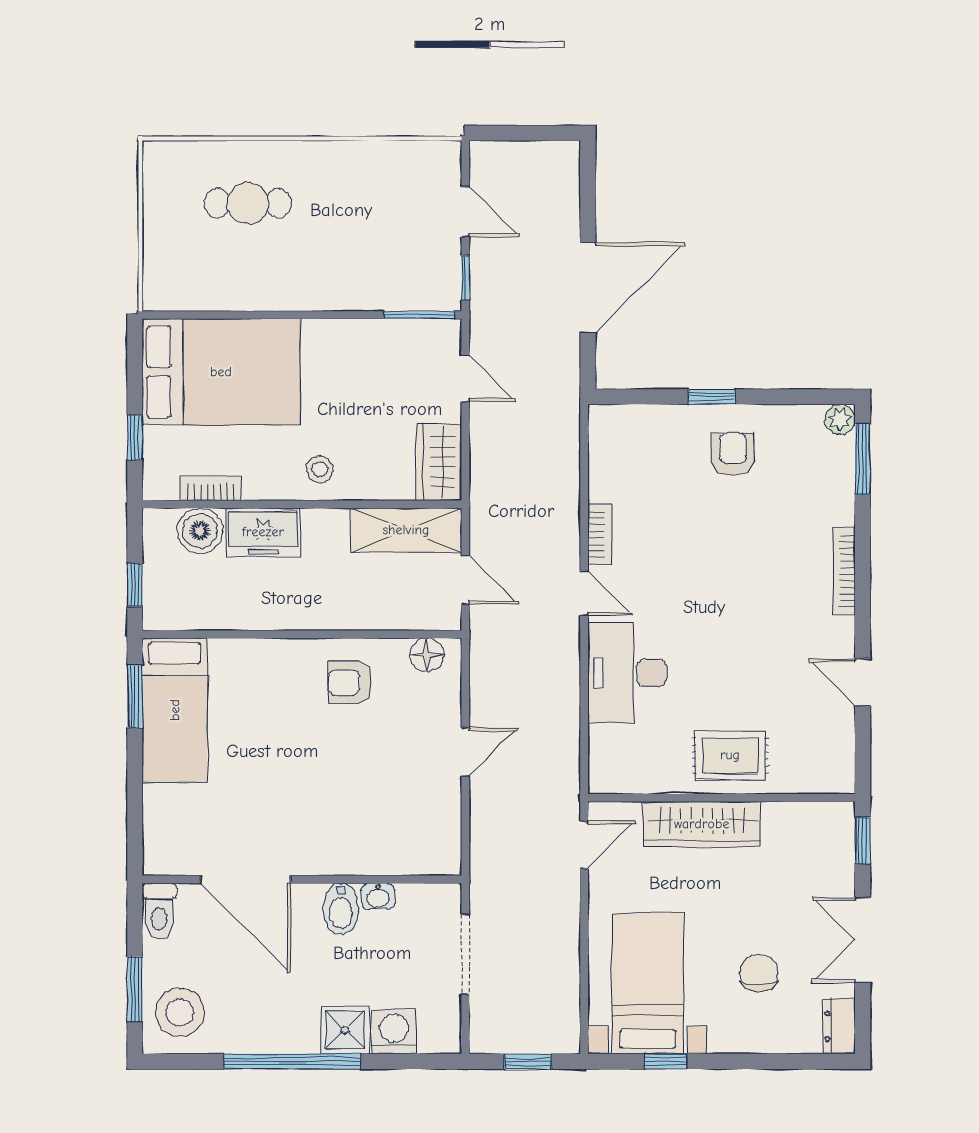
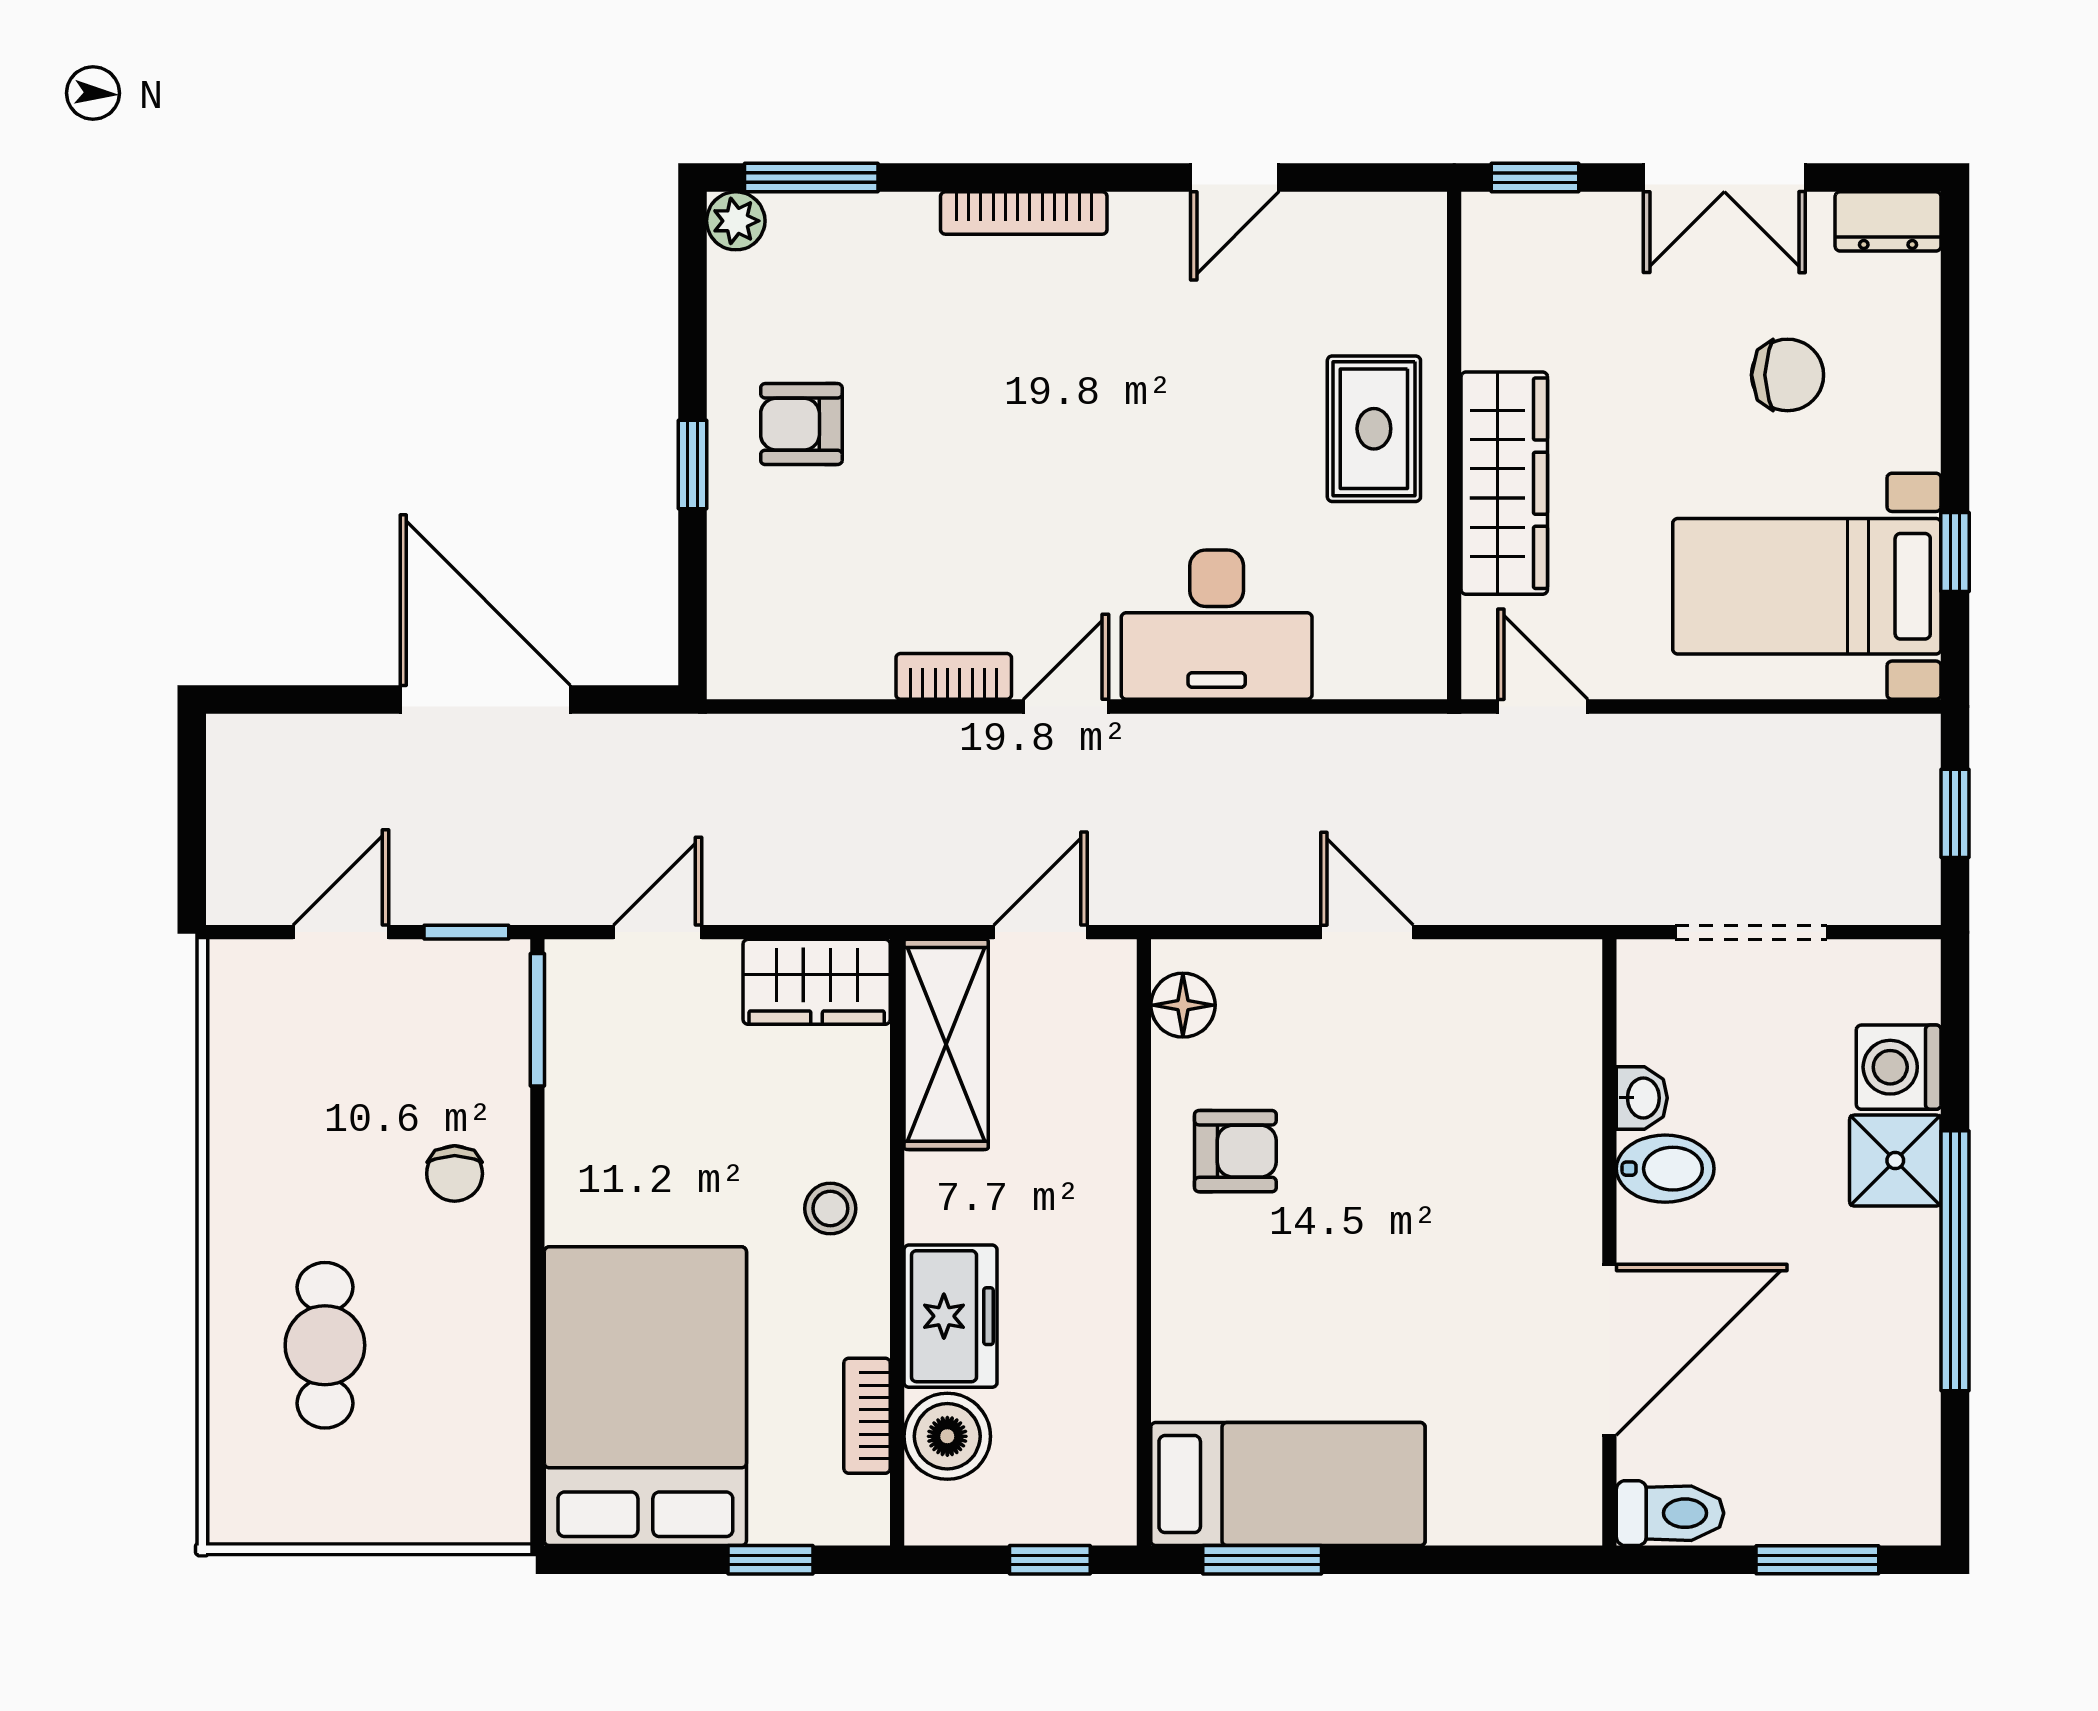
chair: (338, 271) -> (455, 1174), added
armchair: (350, 683) -> (1235, 1151), turned -90
chair: (759, 973) -> (1788, 375), turned 180
stool: (180, 1012) -> (1862, 1474), removed

